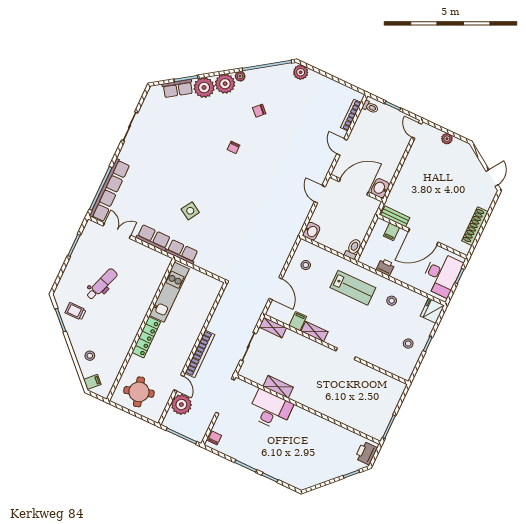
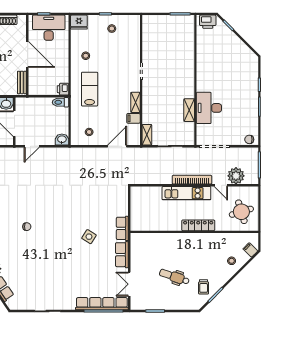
filing cabinet: (392, 232) -> (34, 80), removed
printer: (385, 267) -> (63, 89), moved
kitchen unit: (169, 292) -> (186, 193), moved, turned 180
door: (179, 383) -> (221, 185), swing flipped

